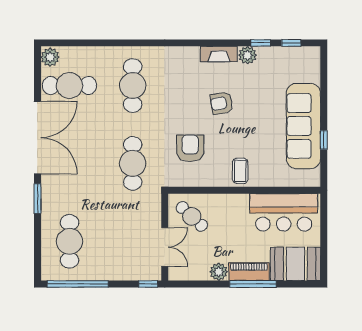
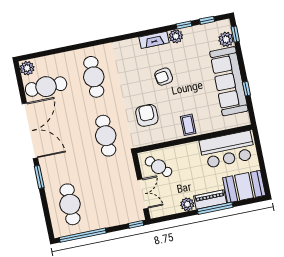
window: (324, 68) -> (235, 34), added
plant: (311, 72) -> (226, 39), added

